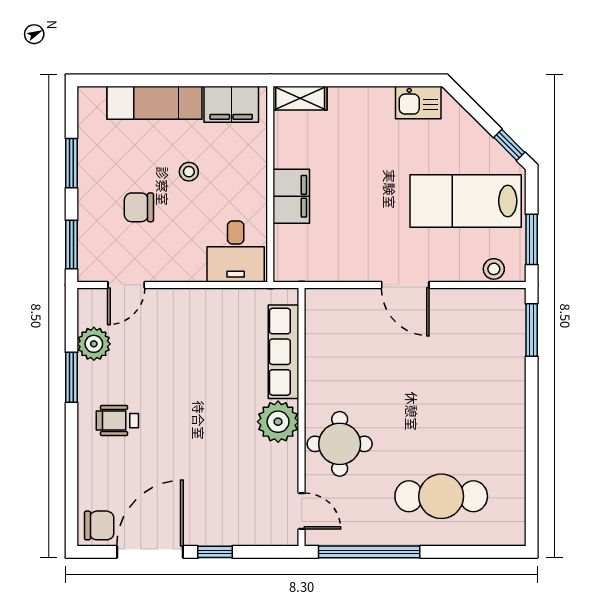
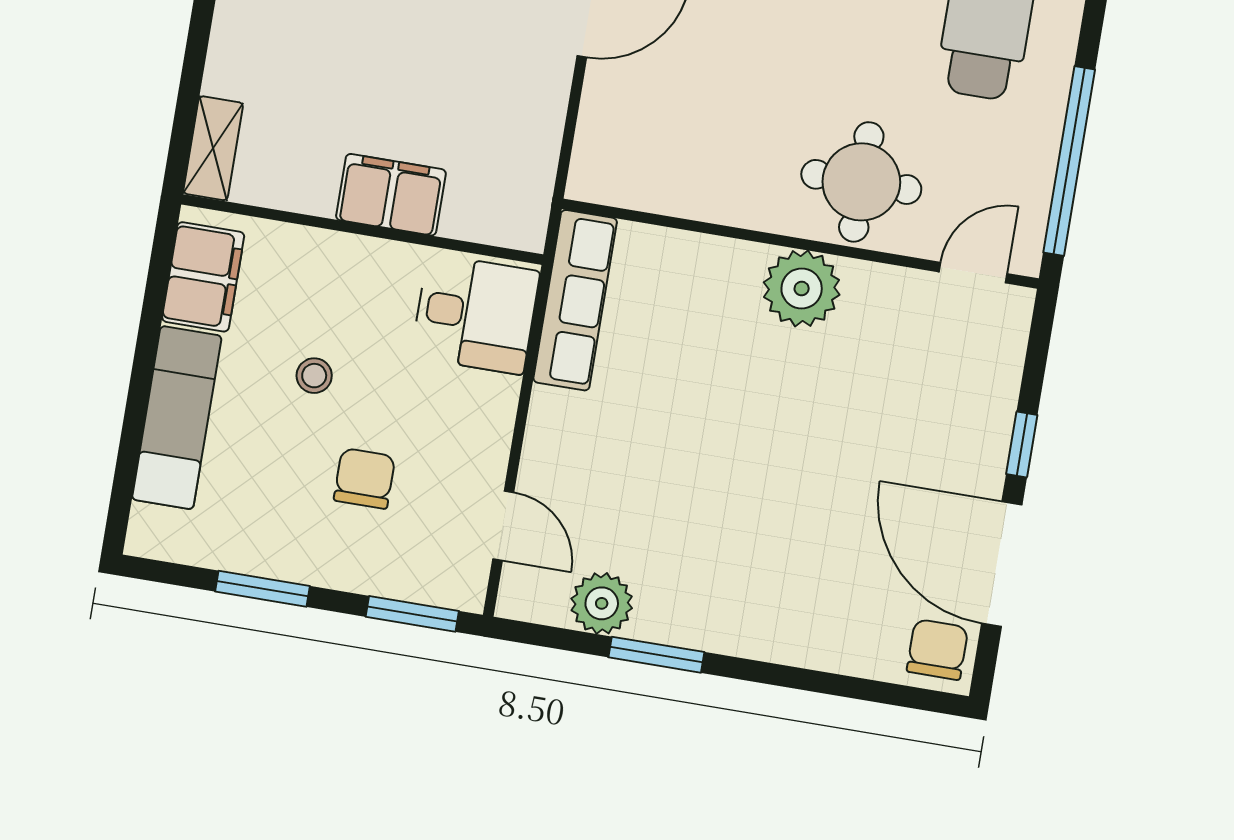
chair: (139, 207) -> (364, 478), turned 180
row of seats: (284, 352) -> (575, 300), moved, turned -90
wheelchair: (117, 421) -> (750, 584), removed

